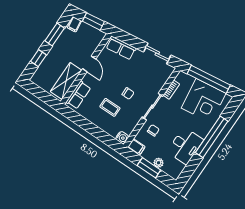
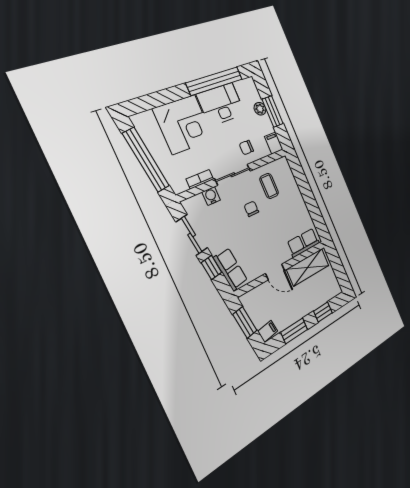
window: (134, 42) -> (211, 267), added
door: (89, 64) -> (275, 272), swing flipped
corner desk: (204, 101) -> (184, 124), moved, turned 98
coffee table: (110, 107) -> (269, 186), moved
window: (212, 137) -> (215, 81), moved
water cooler: (122, 138) -> (211, 196), moved

